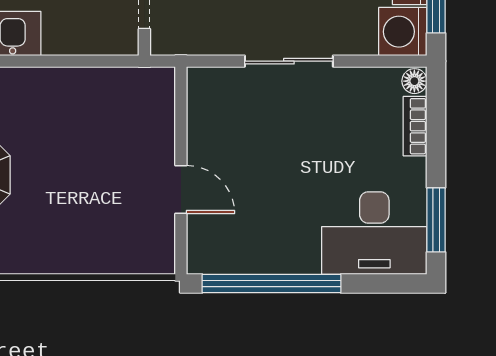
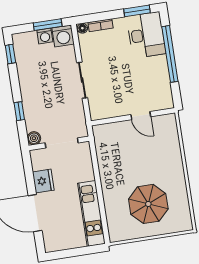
door: (181, 190) -> (141, 116), swing flipped
window: (272, 284) -> (170, 54), moved

